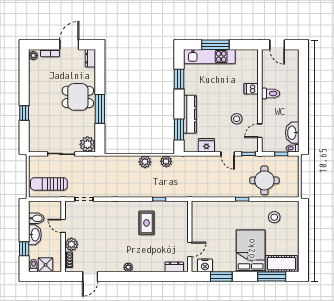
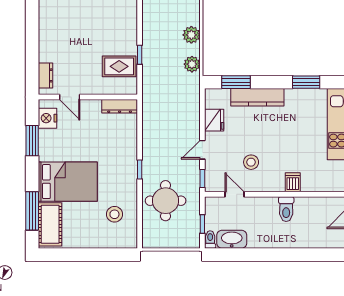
dresser: (196, 214) -> (120, 106), added
rug: (147, 223) -> (119, 66), moved
plant: (128, 267) -> (45, 12), removed

